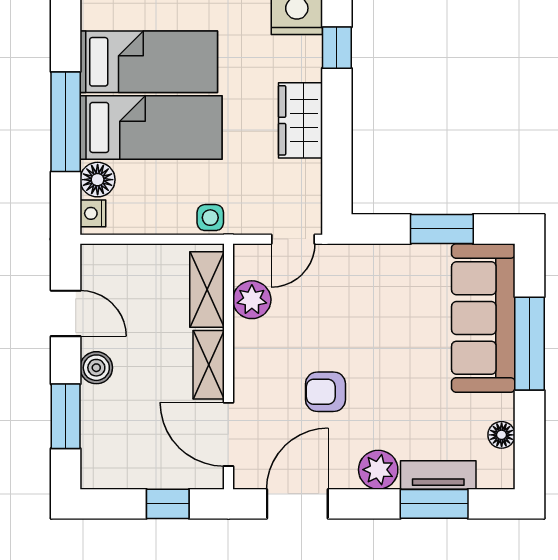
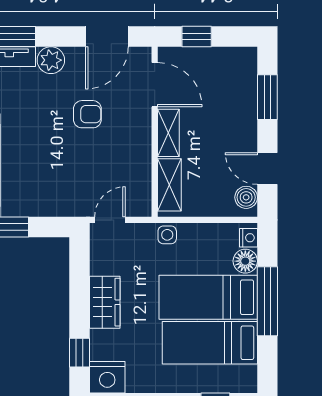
plant: (252, 300) -> (138, 178), removed
boiler: (96, 368) -> (246, 197), moved

